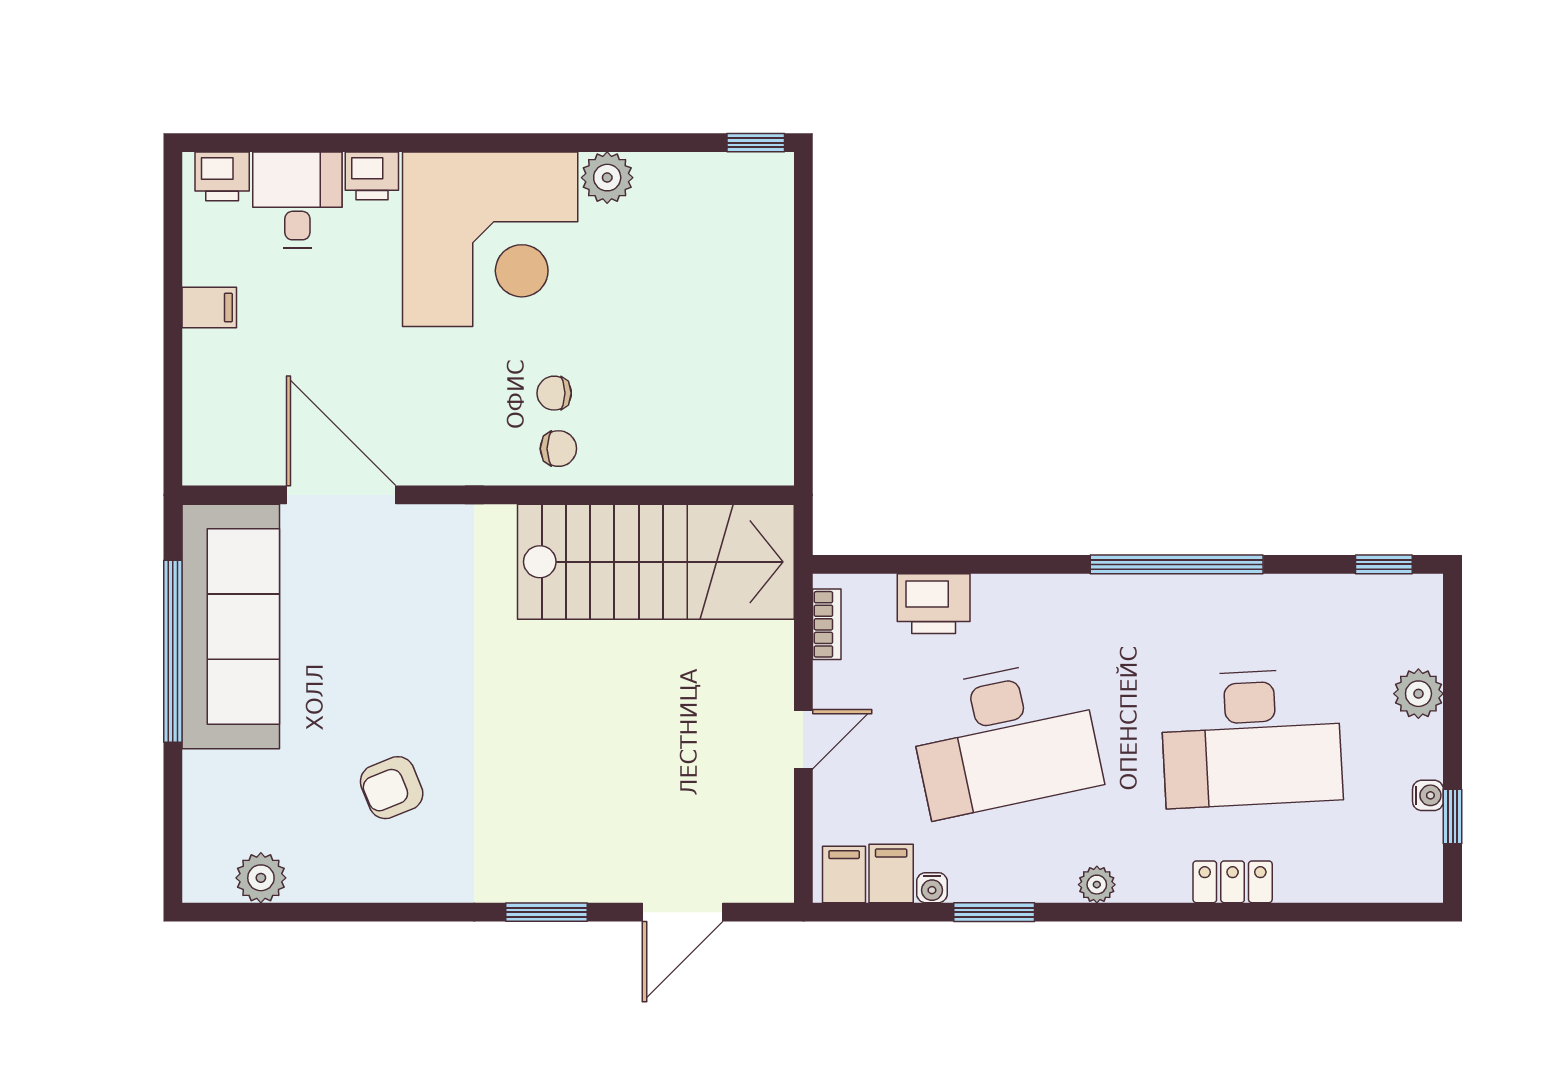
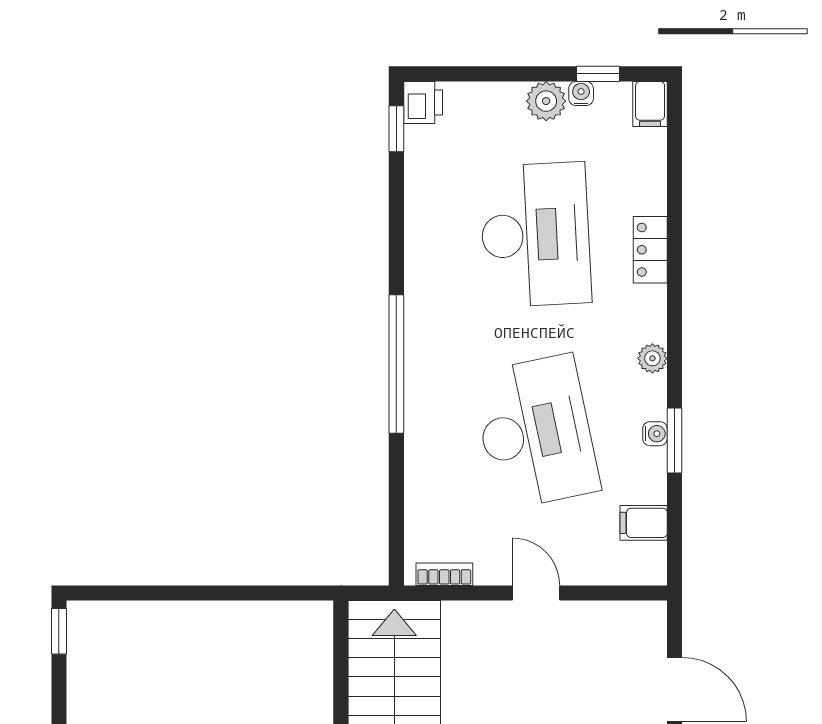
window: (1177, 564) -> (396, 364), moved
printer: (934, 604) -> (423, 102), moved, width x0.73, depth x0.81
plant: (1418, 694) -> (546, 101), moved
filing cabinet: (844, 874) -> (650, 104), moved, turned -90
water cooler: (932, 888) -> (655, 434), moved

